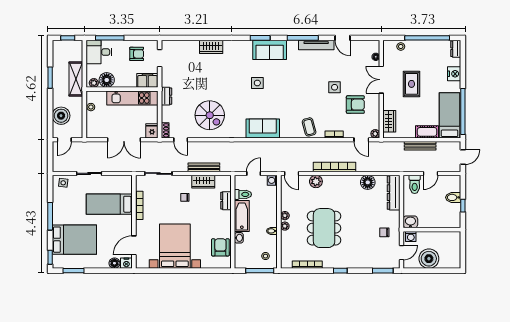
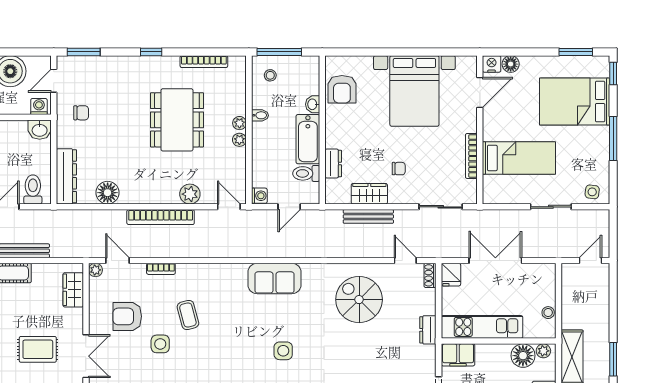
rug: (412, 84) -> (38, 349), turned 90
boiler: (61, 116) -> (596, 299), removed
coffee table: (309, 127) -> (188, 315), moved

